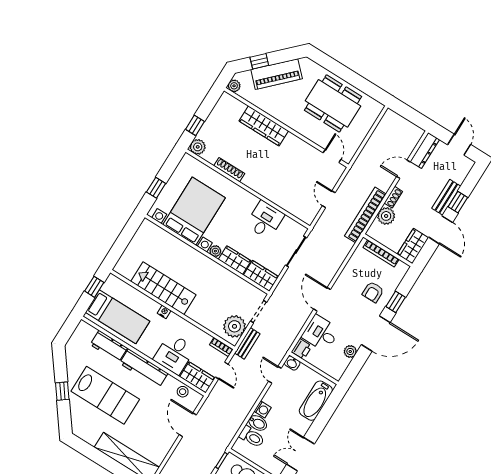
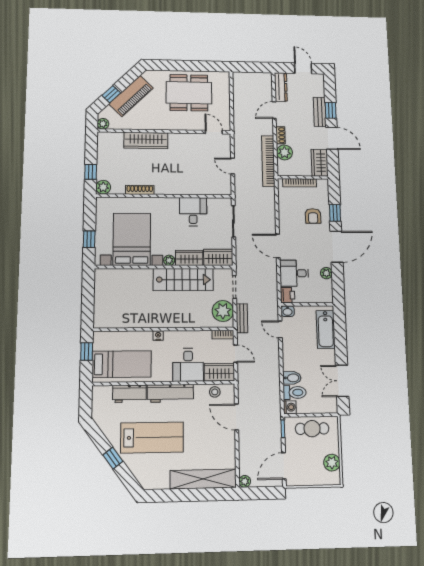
stairs: (163, 288) -> (183, 280), moved, turned 180
washing machine: (263, 409) -> (290, 407), moved

